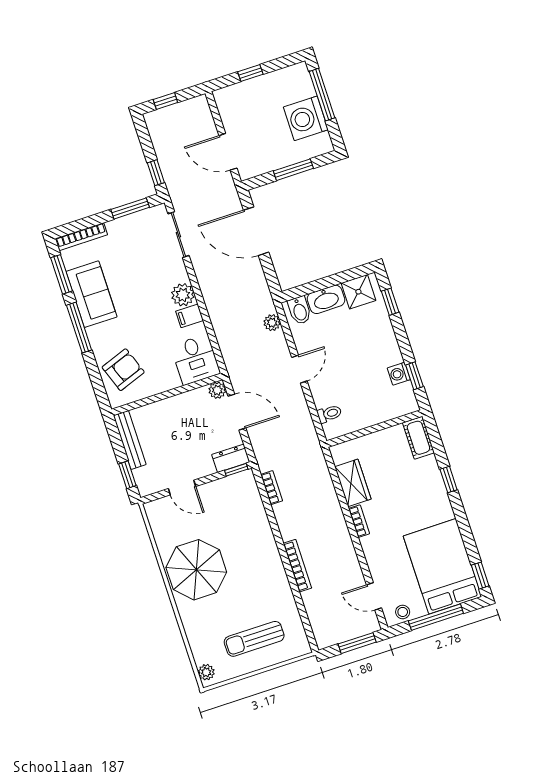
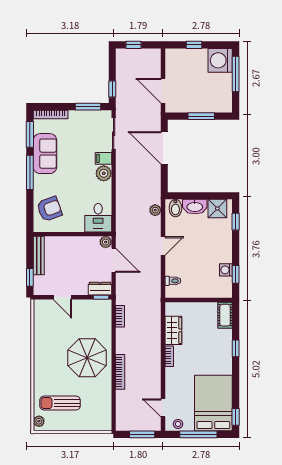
washing machine: (306, 118) -> (220, 60), moved
filing cabinet: (189, 316) -> (104, 158), moved
parasol: (196, 570) -> (87, 358), moved
sun lounger: (254, 639) -> (60, 403), moved

